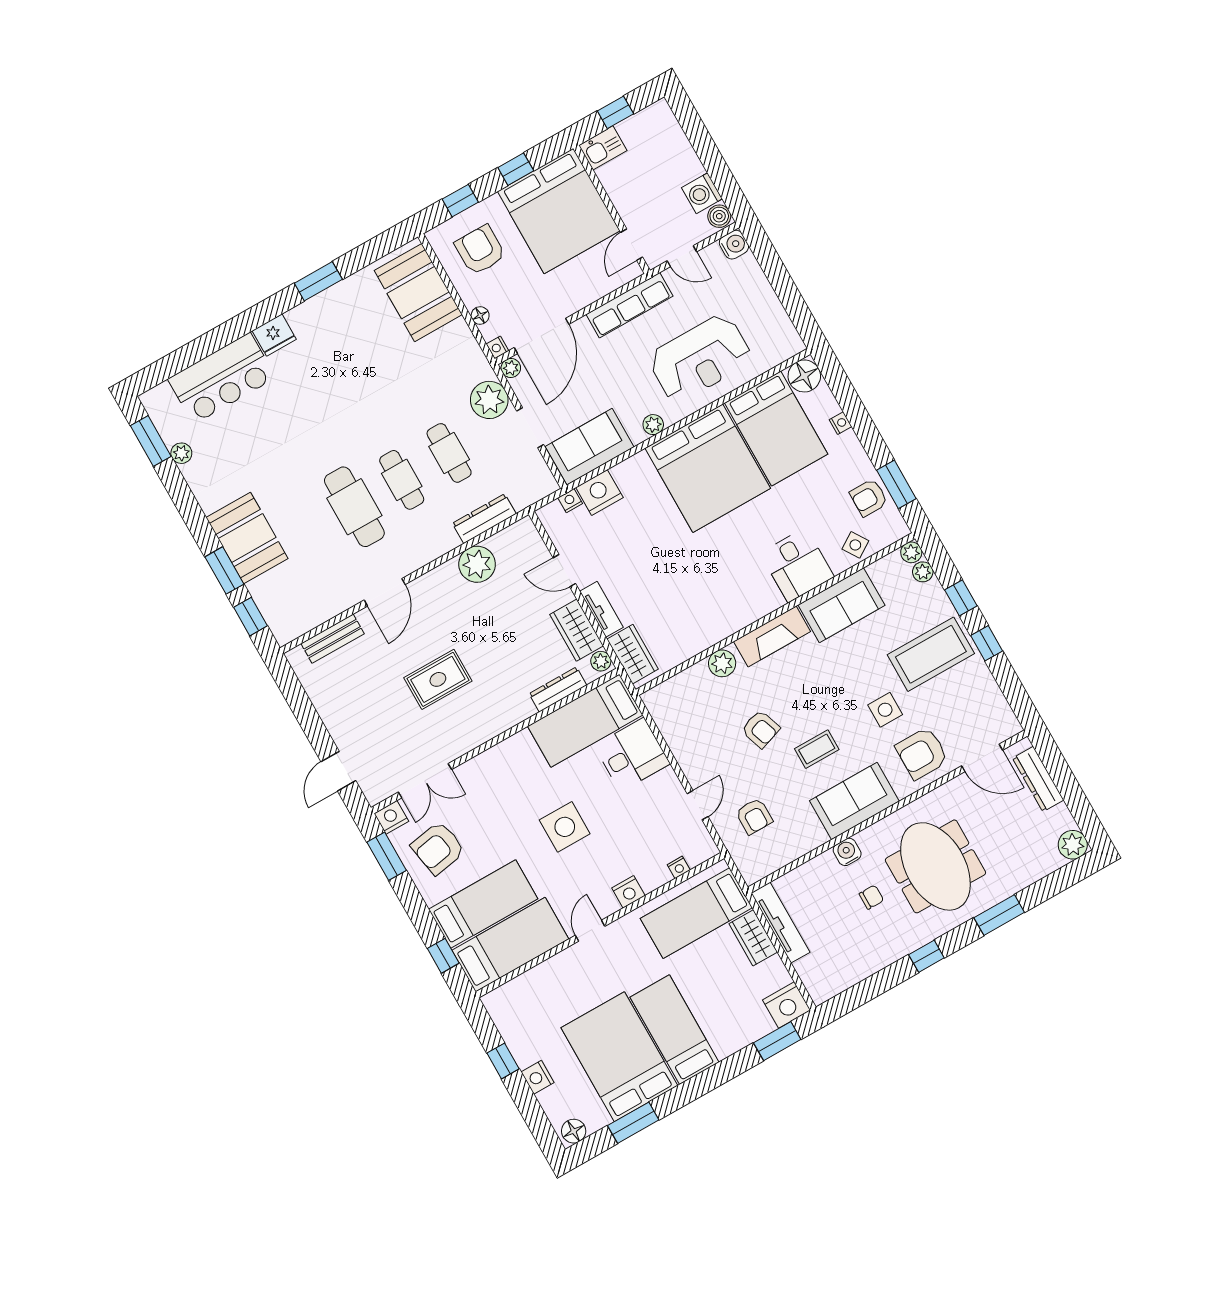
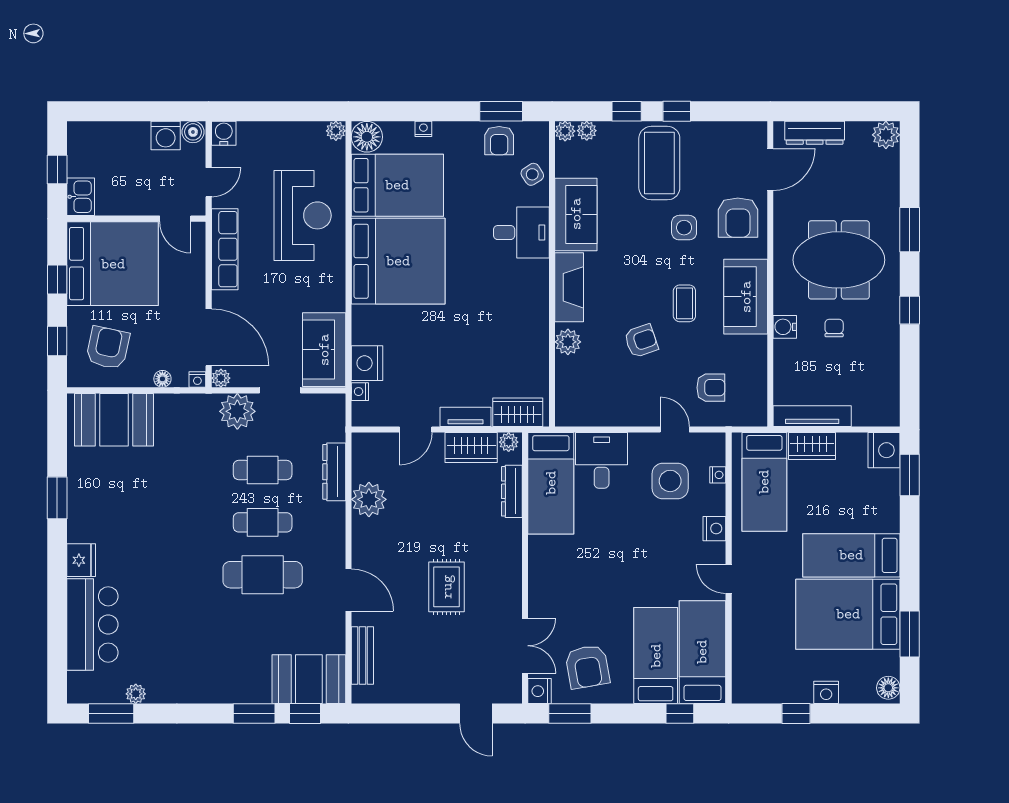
armchair: (480, 250) -> (108, 348), turned 102
plant: (653, 425) -> (336, 131), moved
booth: (247, 538) -> (309, 679), moved
side table: (565, 827) -> (670, 481), moved

